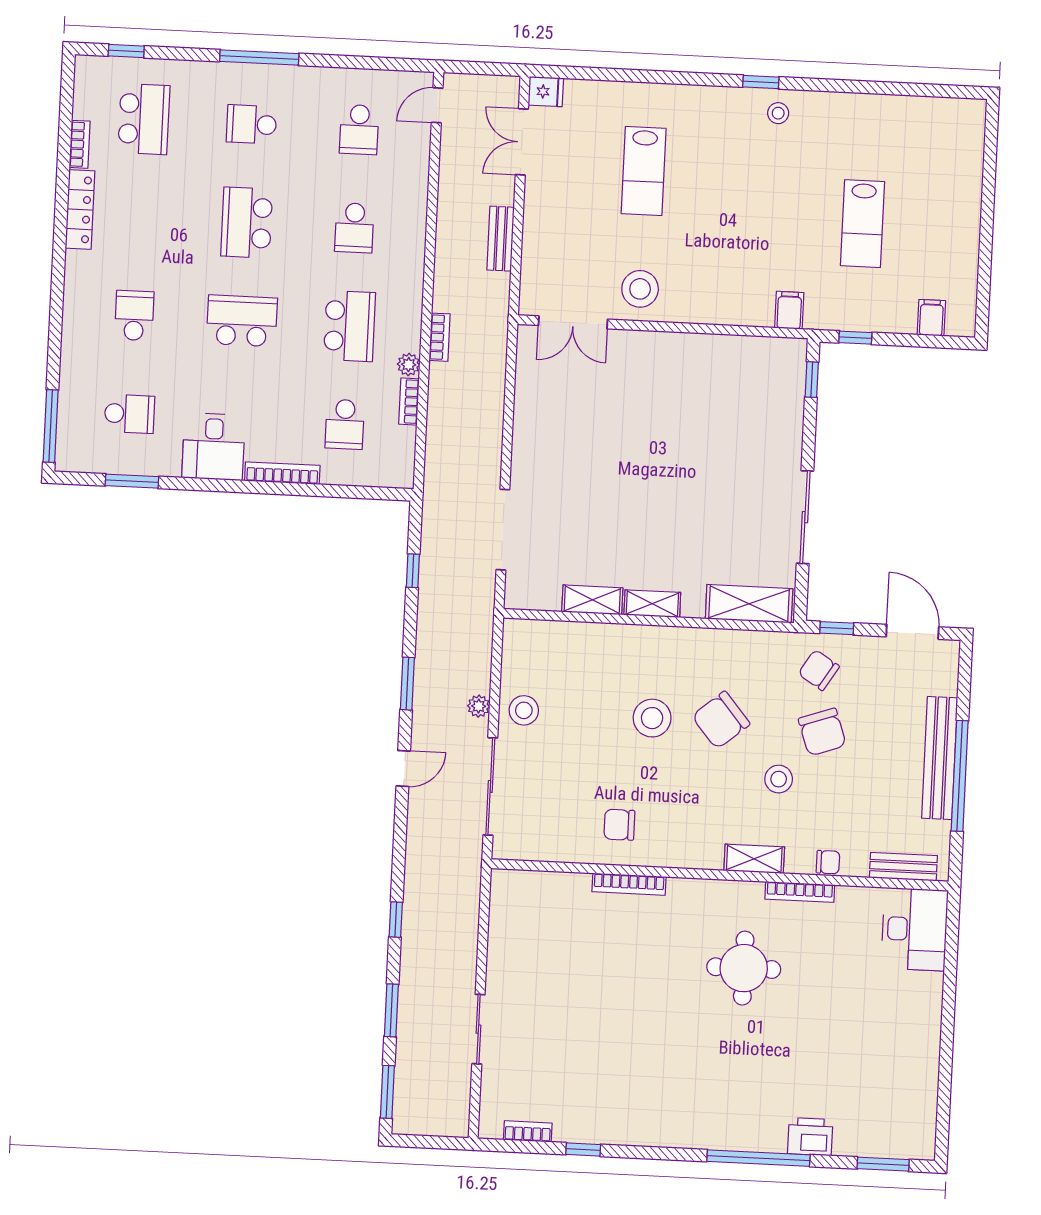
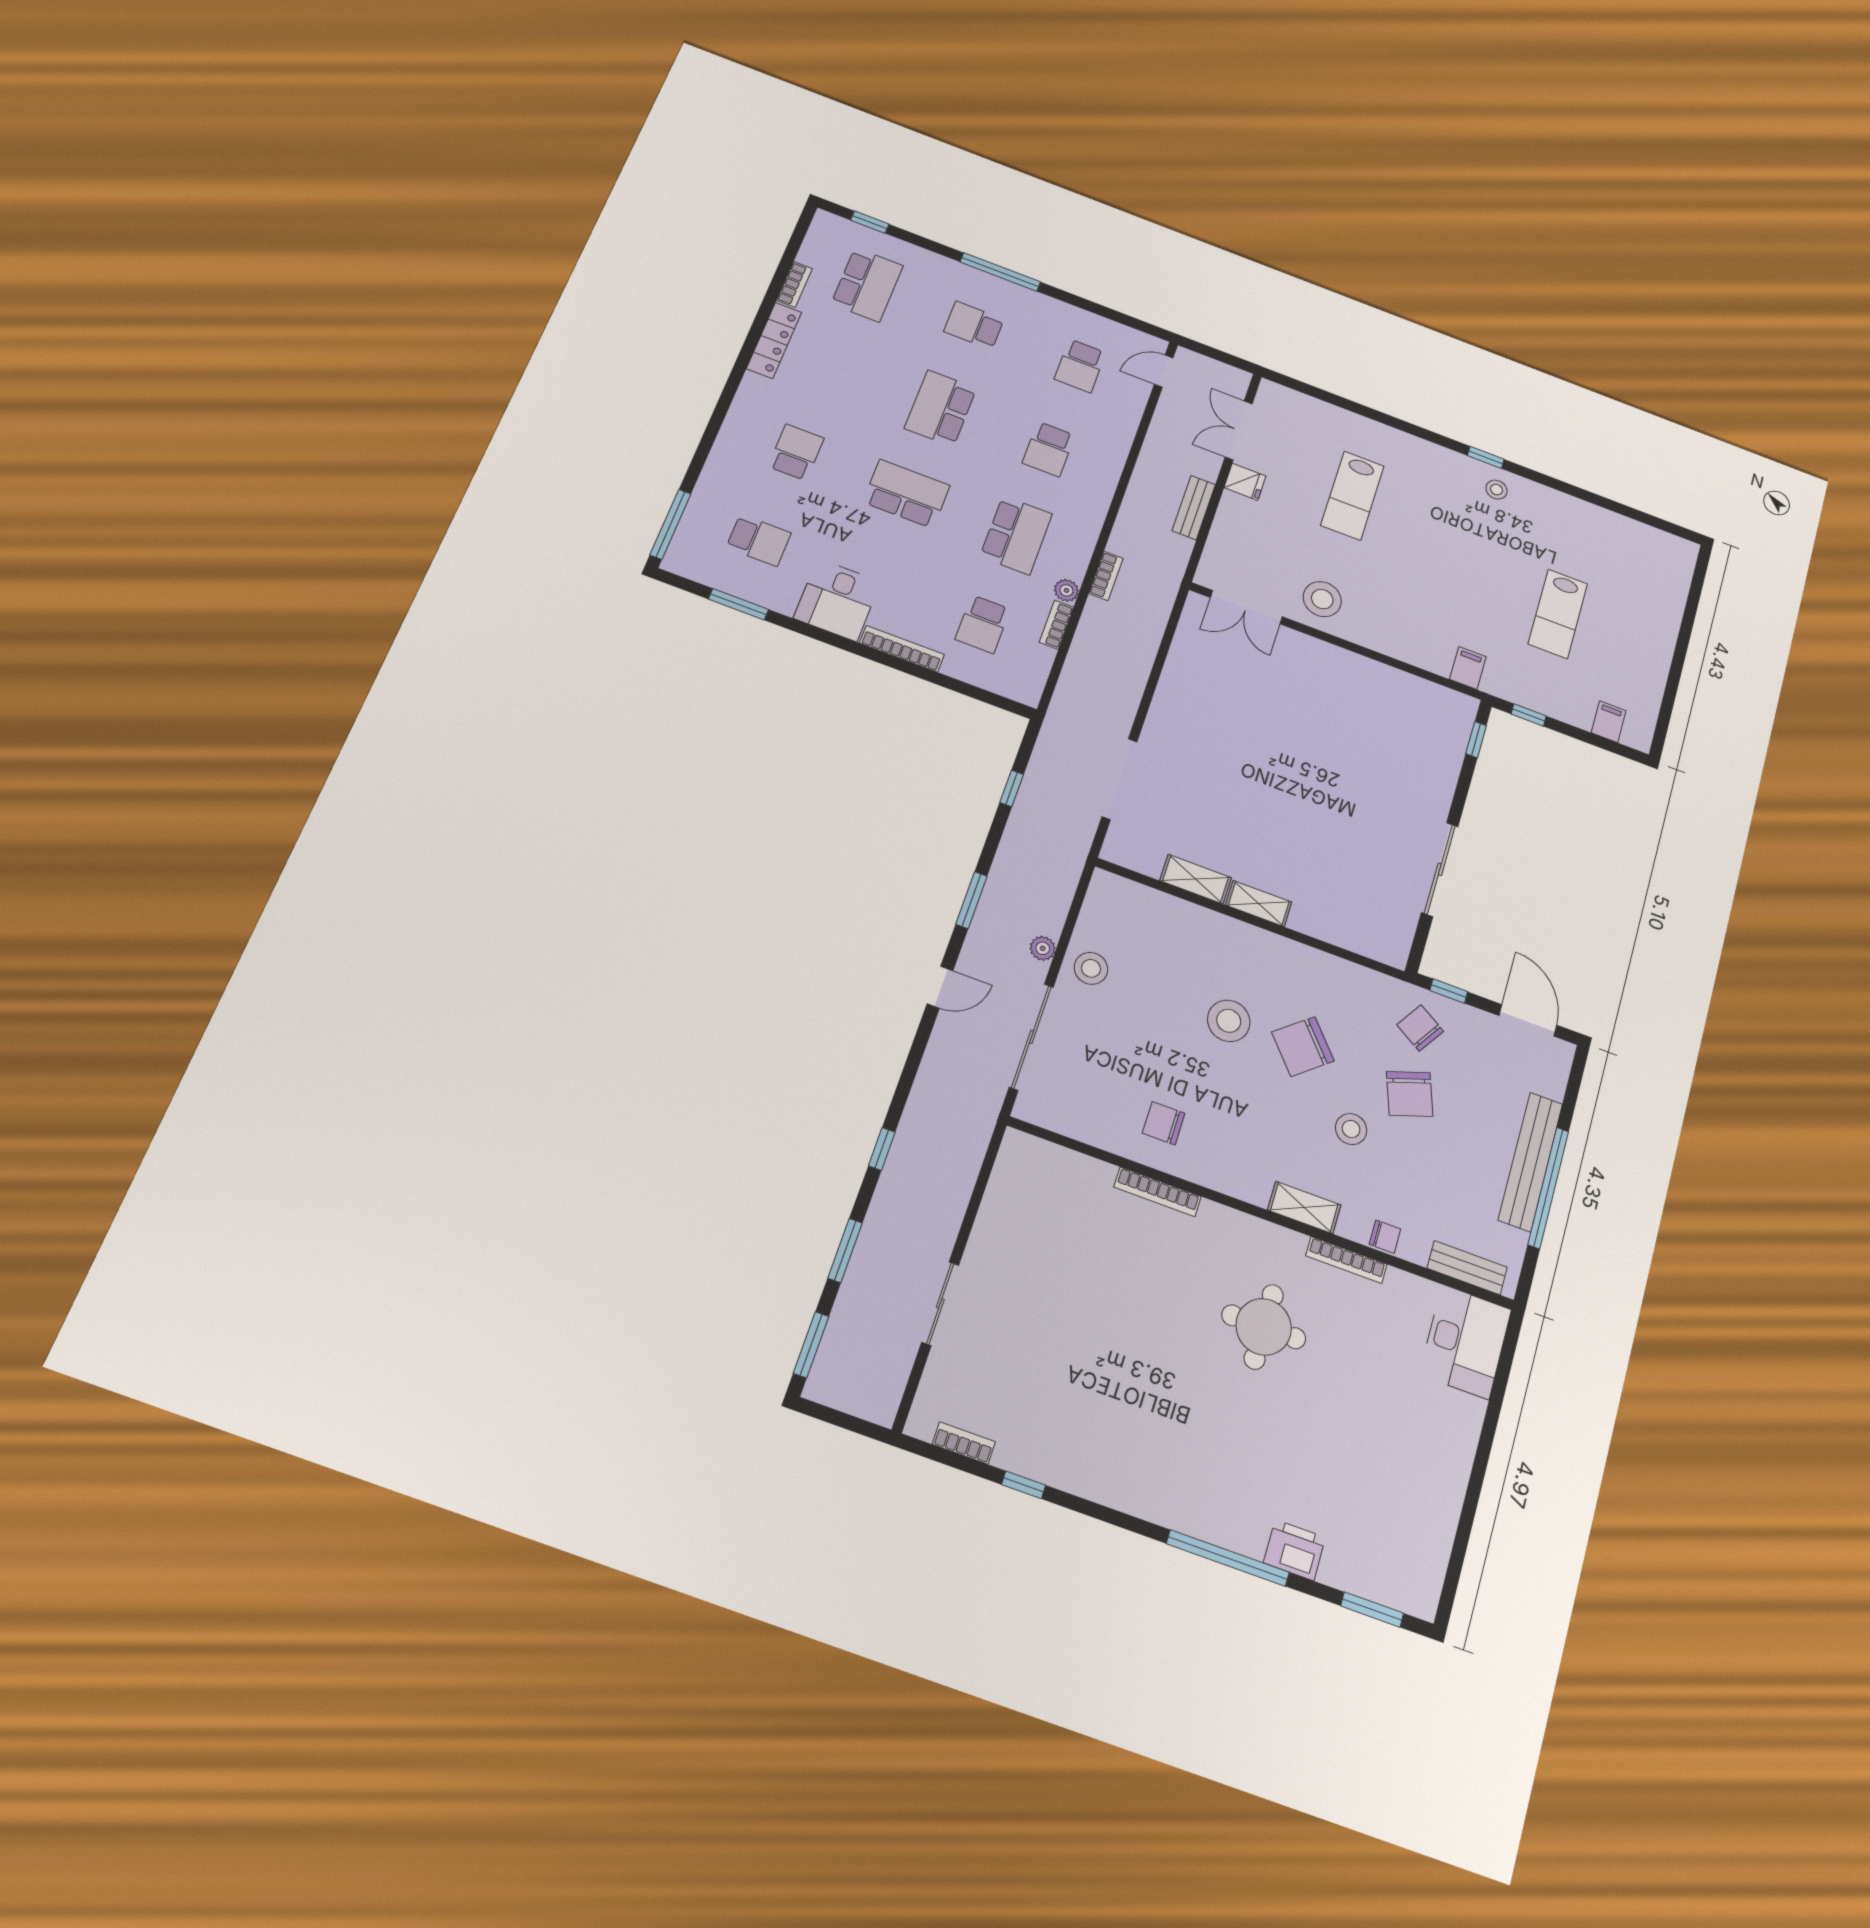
fridge: (546, 92) -> (1245, 482), moved
shelving: (749, 604) -> (1361, 937), removed

